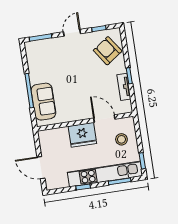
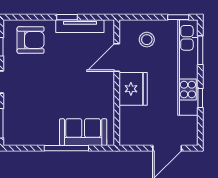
armchair: (108, 51) -> (31, 40), turned -145
tv unit: (124, 87) -> (80, 26), width x1.41

